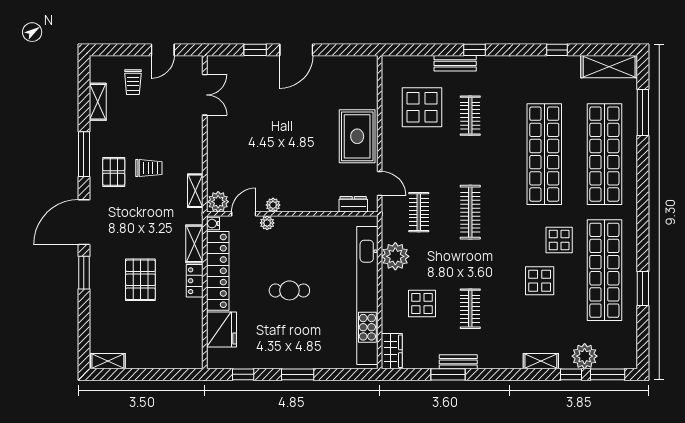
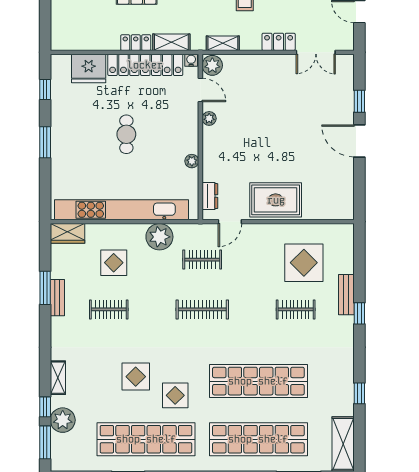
locker: (194, 133) -> (279, 42), added
plant: (267, 223) -> (192, 161), moved

